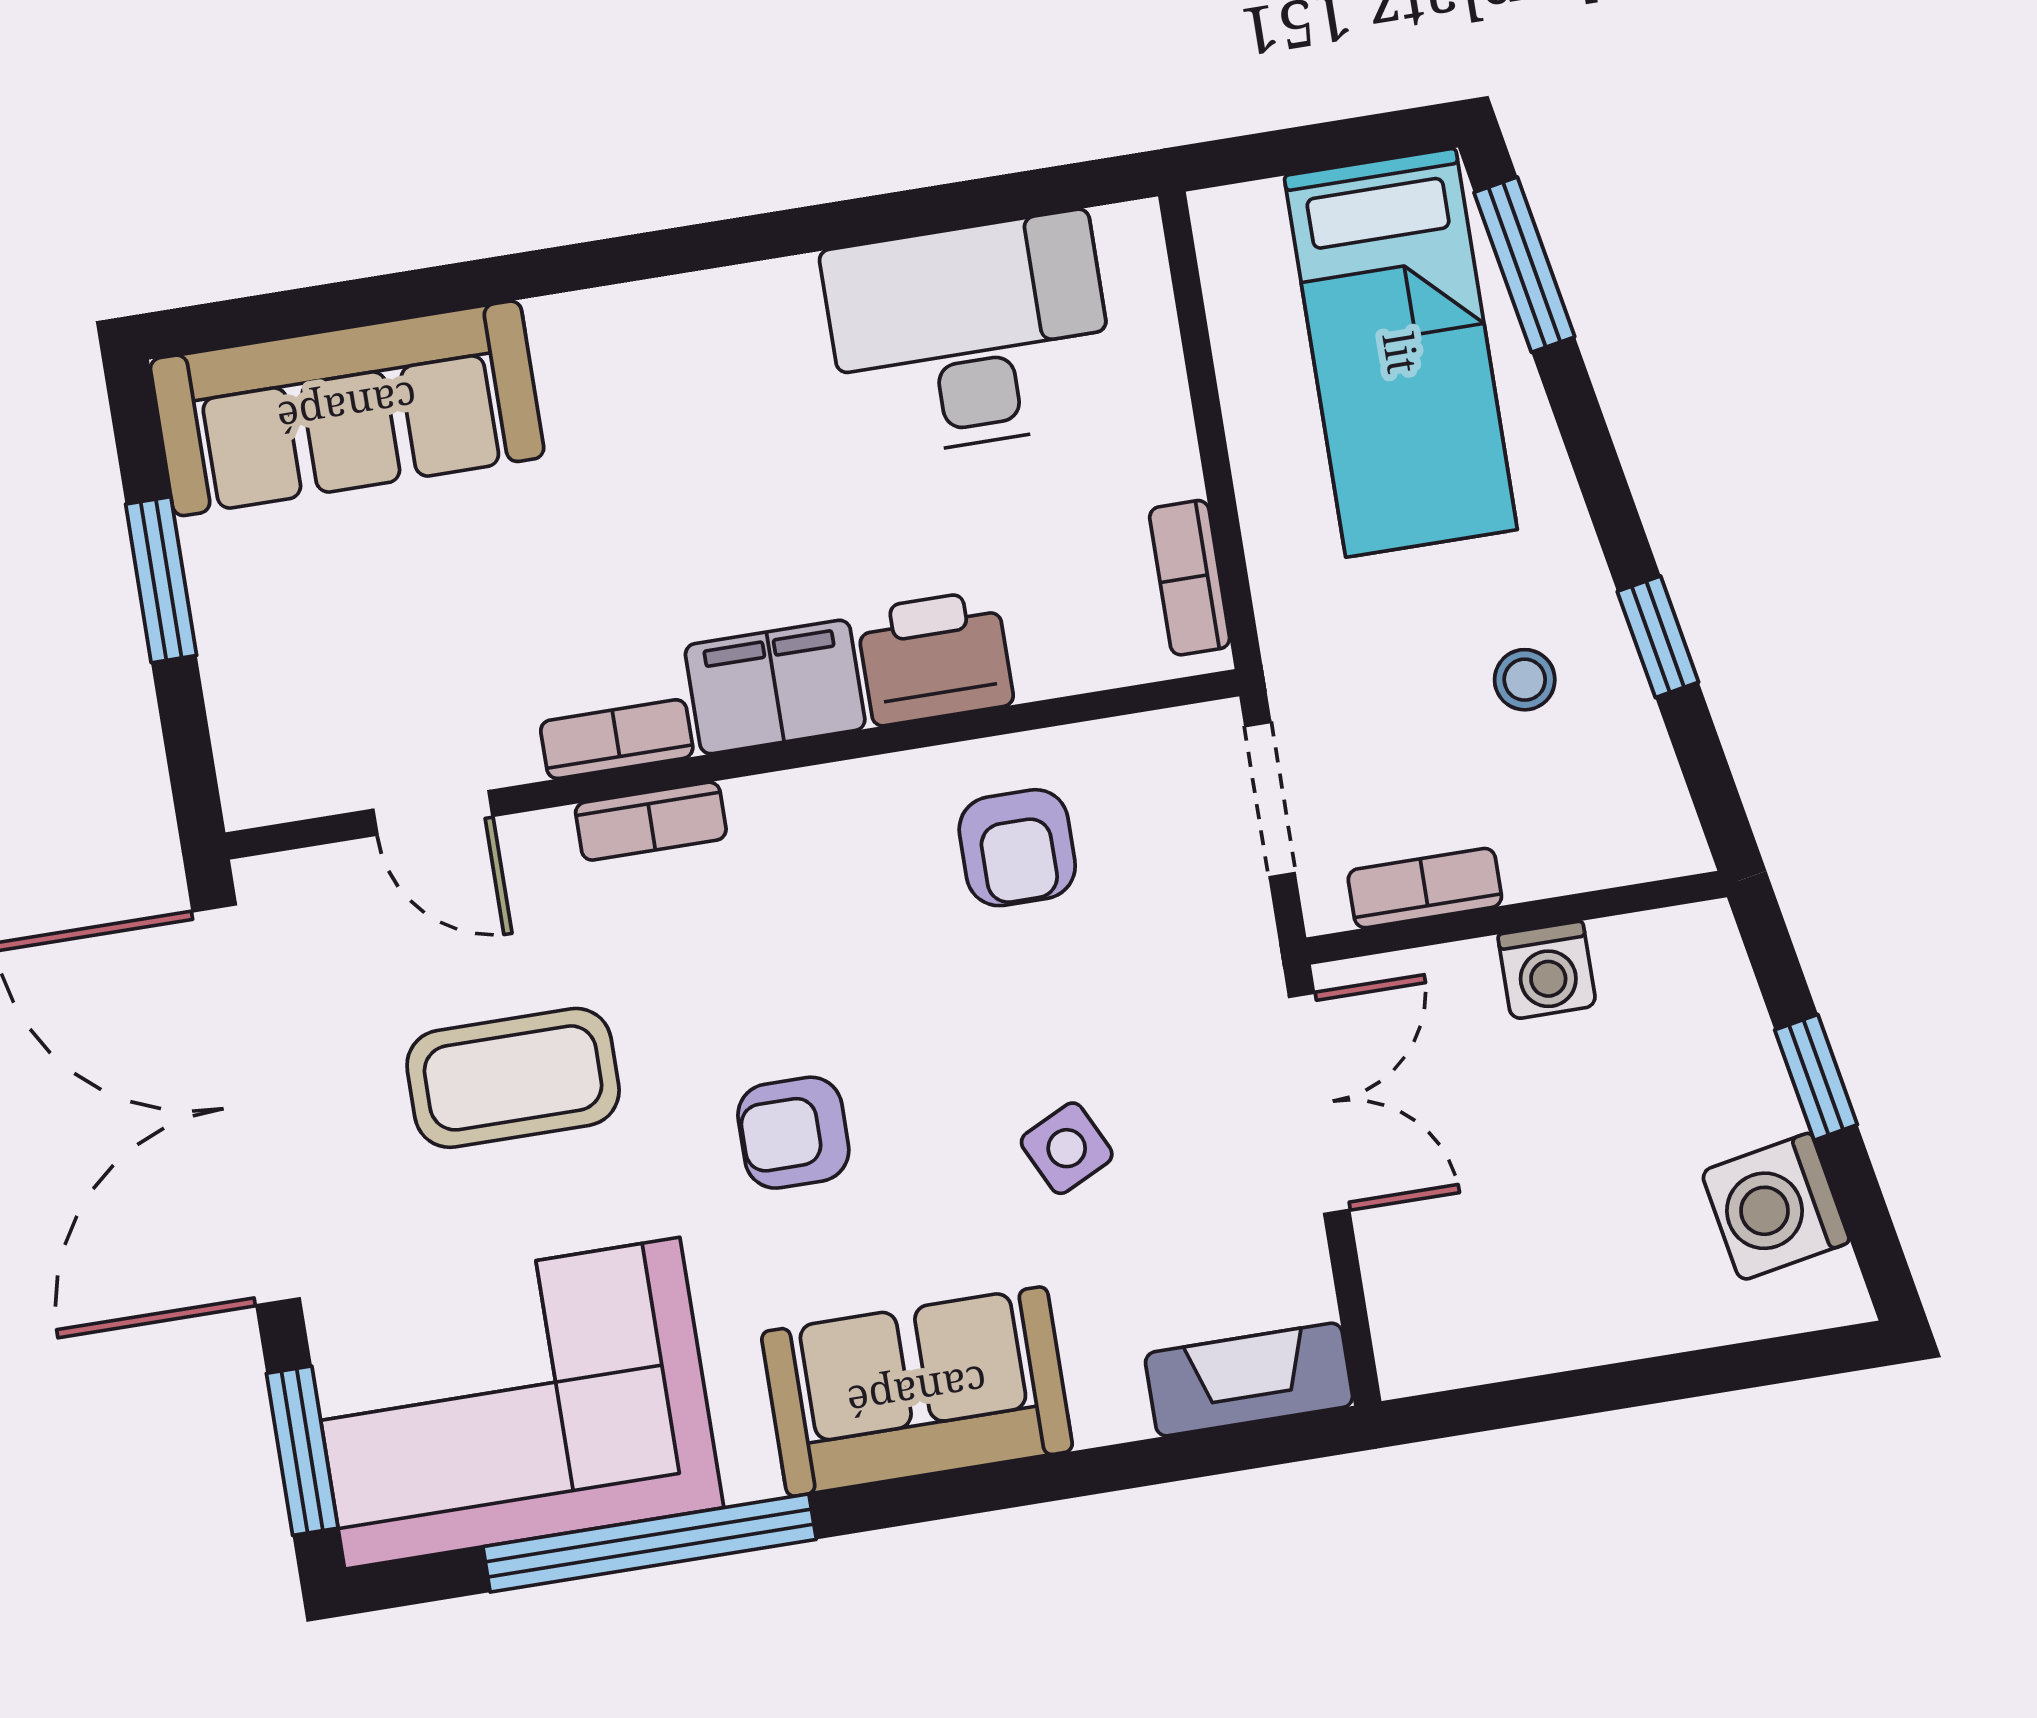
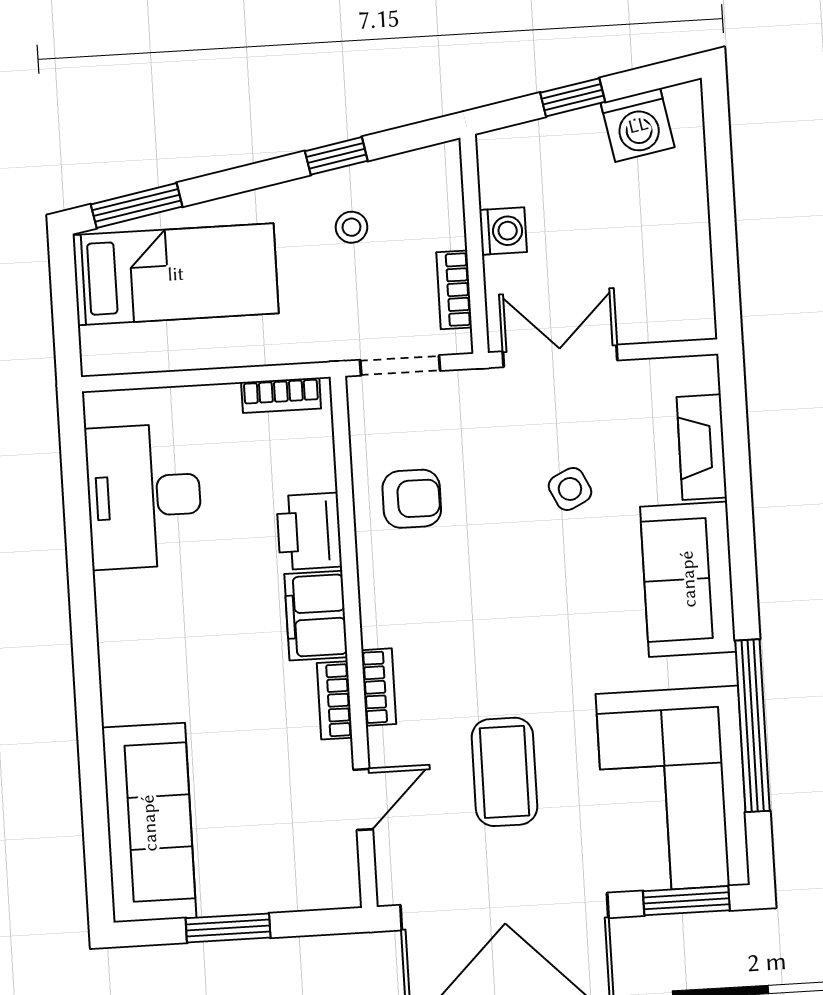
armchair: (793, 1133) -> (548, 630), removed
fireplace: (1249, 1380) -> (702, 447), moved

